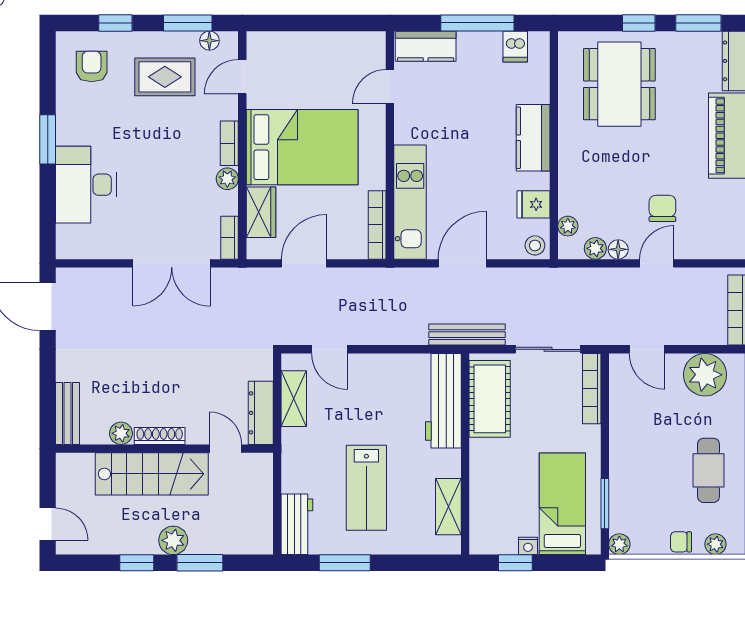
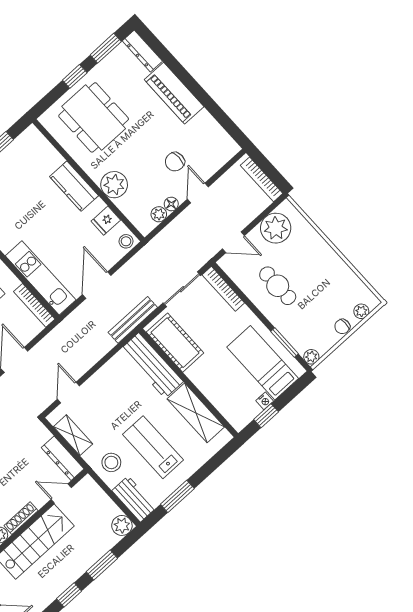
dishwasher: (515, 47) -> (22, 147), removed
chair: (662, 208) -> (175, 162), turned -90
plant: (568, 226) -> (114, 185), moved, width x1.87, depth x1.87
door: (330, 349) -> (68, 393), swing flipped
stool: (308, 464) -> (111, 462), added
cafe table: (708, 470) -> (278, 286), moved
lab bench: (366, 488) -> (153, 447), turned 180
shelving: (448, 507) -> (196, 413), width x1.50, depth x1.33
plant: (173, 540) -> (122, 525), moved

